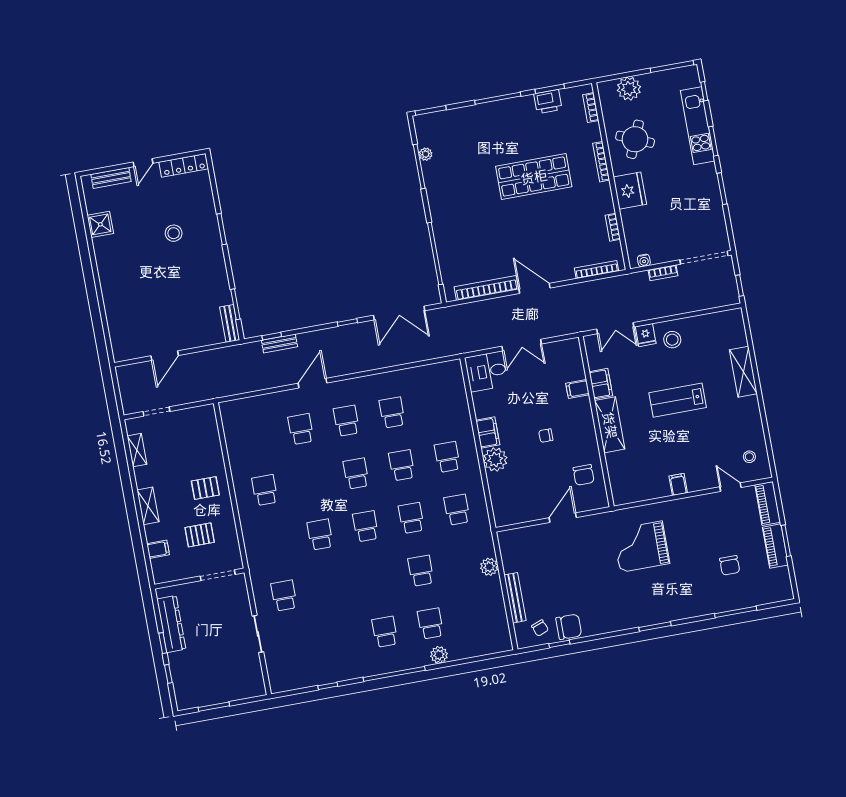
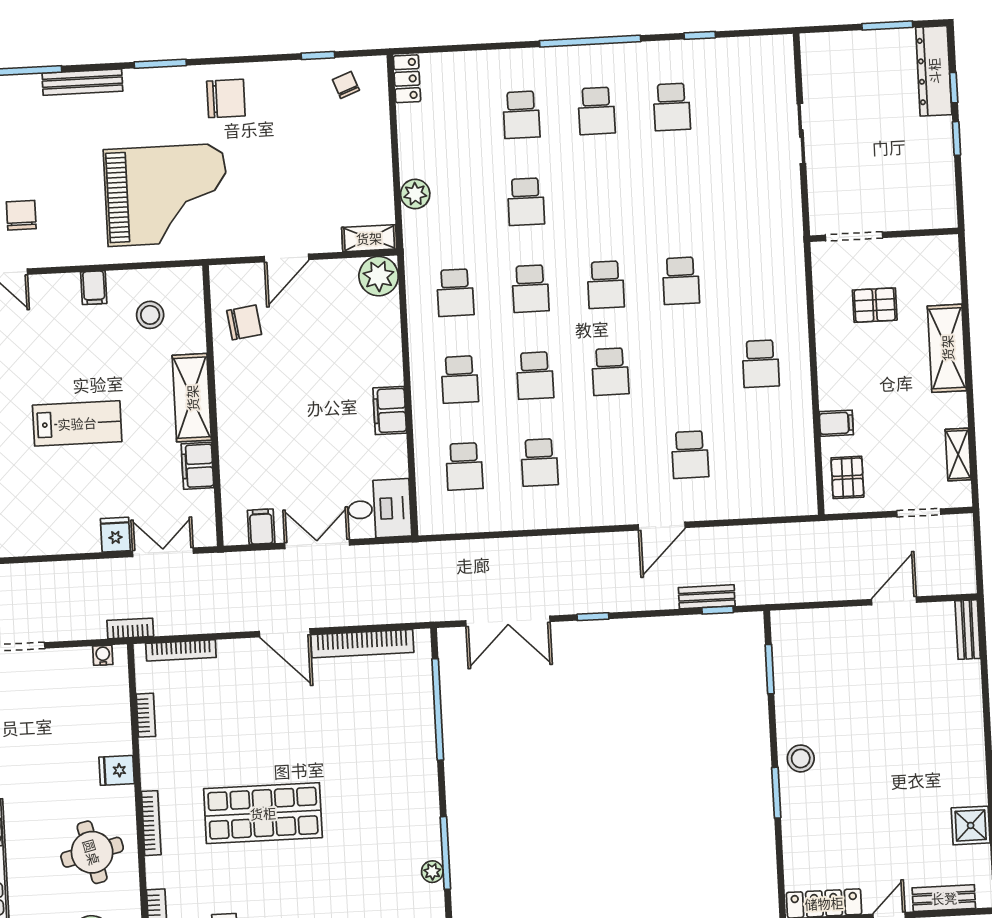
round table: (635, 139) -> (92, 852), turned -36
fridge: (630, 191) -> (117, 770), width x0.53, depth x0.75
stool: (174, 233) -> (801, 758), moved
bookcase: (663, 273) -> (130, 628), moved
double door: (399, 313) -> (508, 621), swing flipped
bench: (230, 323) -> (968, 630), moved
stool: (672, 340) -> (150, 315), moved
filing cabinet: (577, 389) -> (261, 527), moved, turned -90
school desk: (346, 421) -> (464, 466), moved
chair: (546, 436) -> (297, 394), removed
plant: (495, 459) -> (379, 276), moved
chair: (584, 475) -> (244, 322), turned 82
pallet: (205, 488) -> (847, 477), moved, turned 90
shelving: (148, 506) -> (947, 348), width x1.50, depth x1.33
shelving: (514, 536) -> (369, 238), added
grand piano: (641, 547) -> (166, 195), width x1.37, depth x1.48
filing cabinet: (158, 549) -> (836, 423), moved, turned 180
chair: (730, 565) -> (21, 215), moved
school desk: (284, 596) -> (672, 107), moved
bench: (515, 598) -> (82, 82), moved, turned 90
dresser: (171, 624) -> (934, 71), moved
chair: (569, 627) -> (226, 98), moved, turned 180
locker: (503, 637) -> (407, 79), added
plant: (439, 655) -> (514, 63), removed

